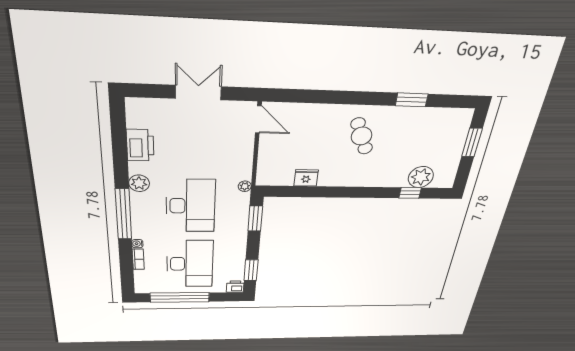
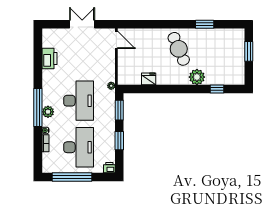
cafe table: (362, 136) -> (179, 49), width x1.37, depth x1.35
plant: (421, 177) -> (197, 77), moved
plant: (139, 183) -> (48, 112), moved
window: (251, 270) -> (119, 141), moved

